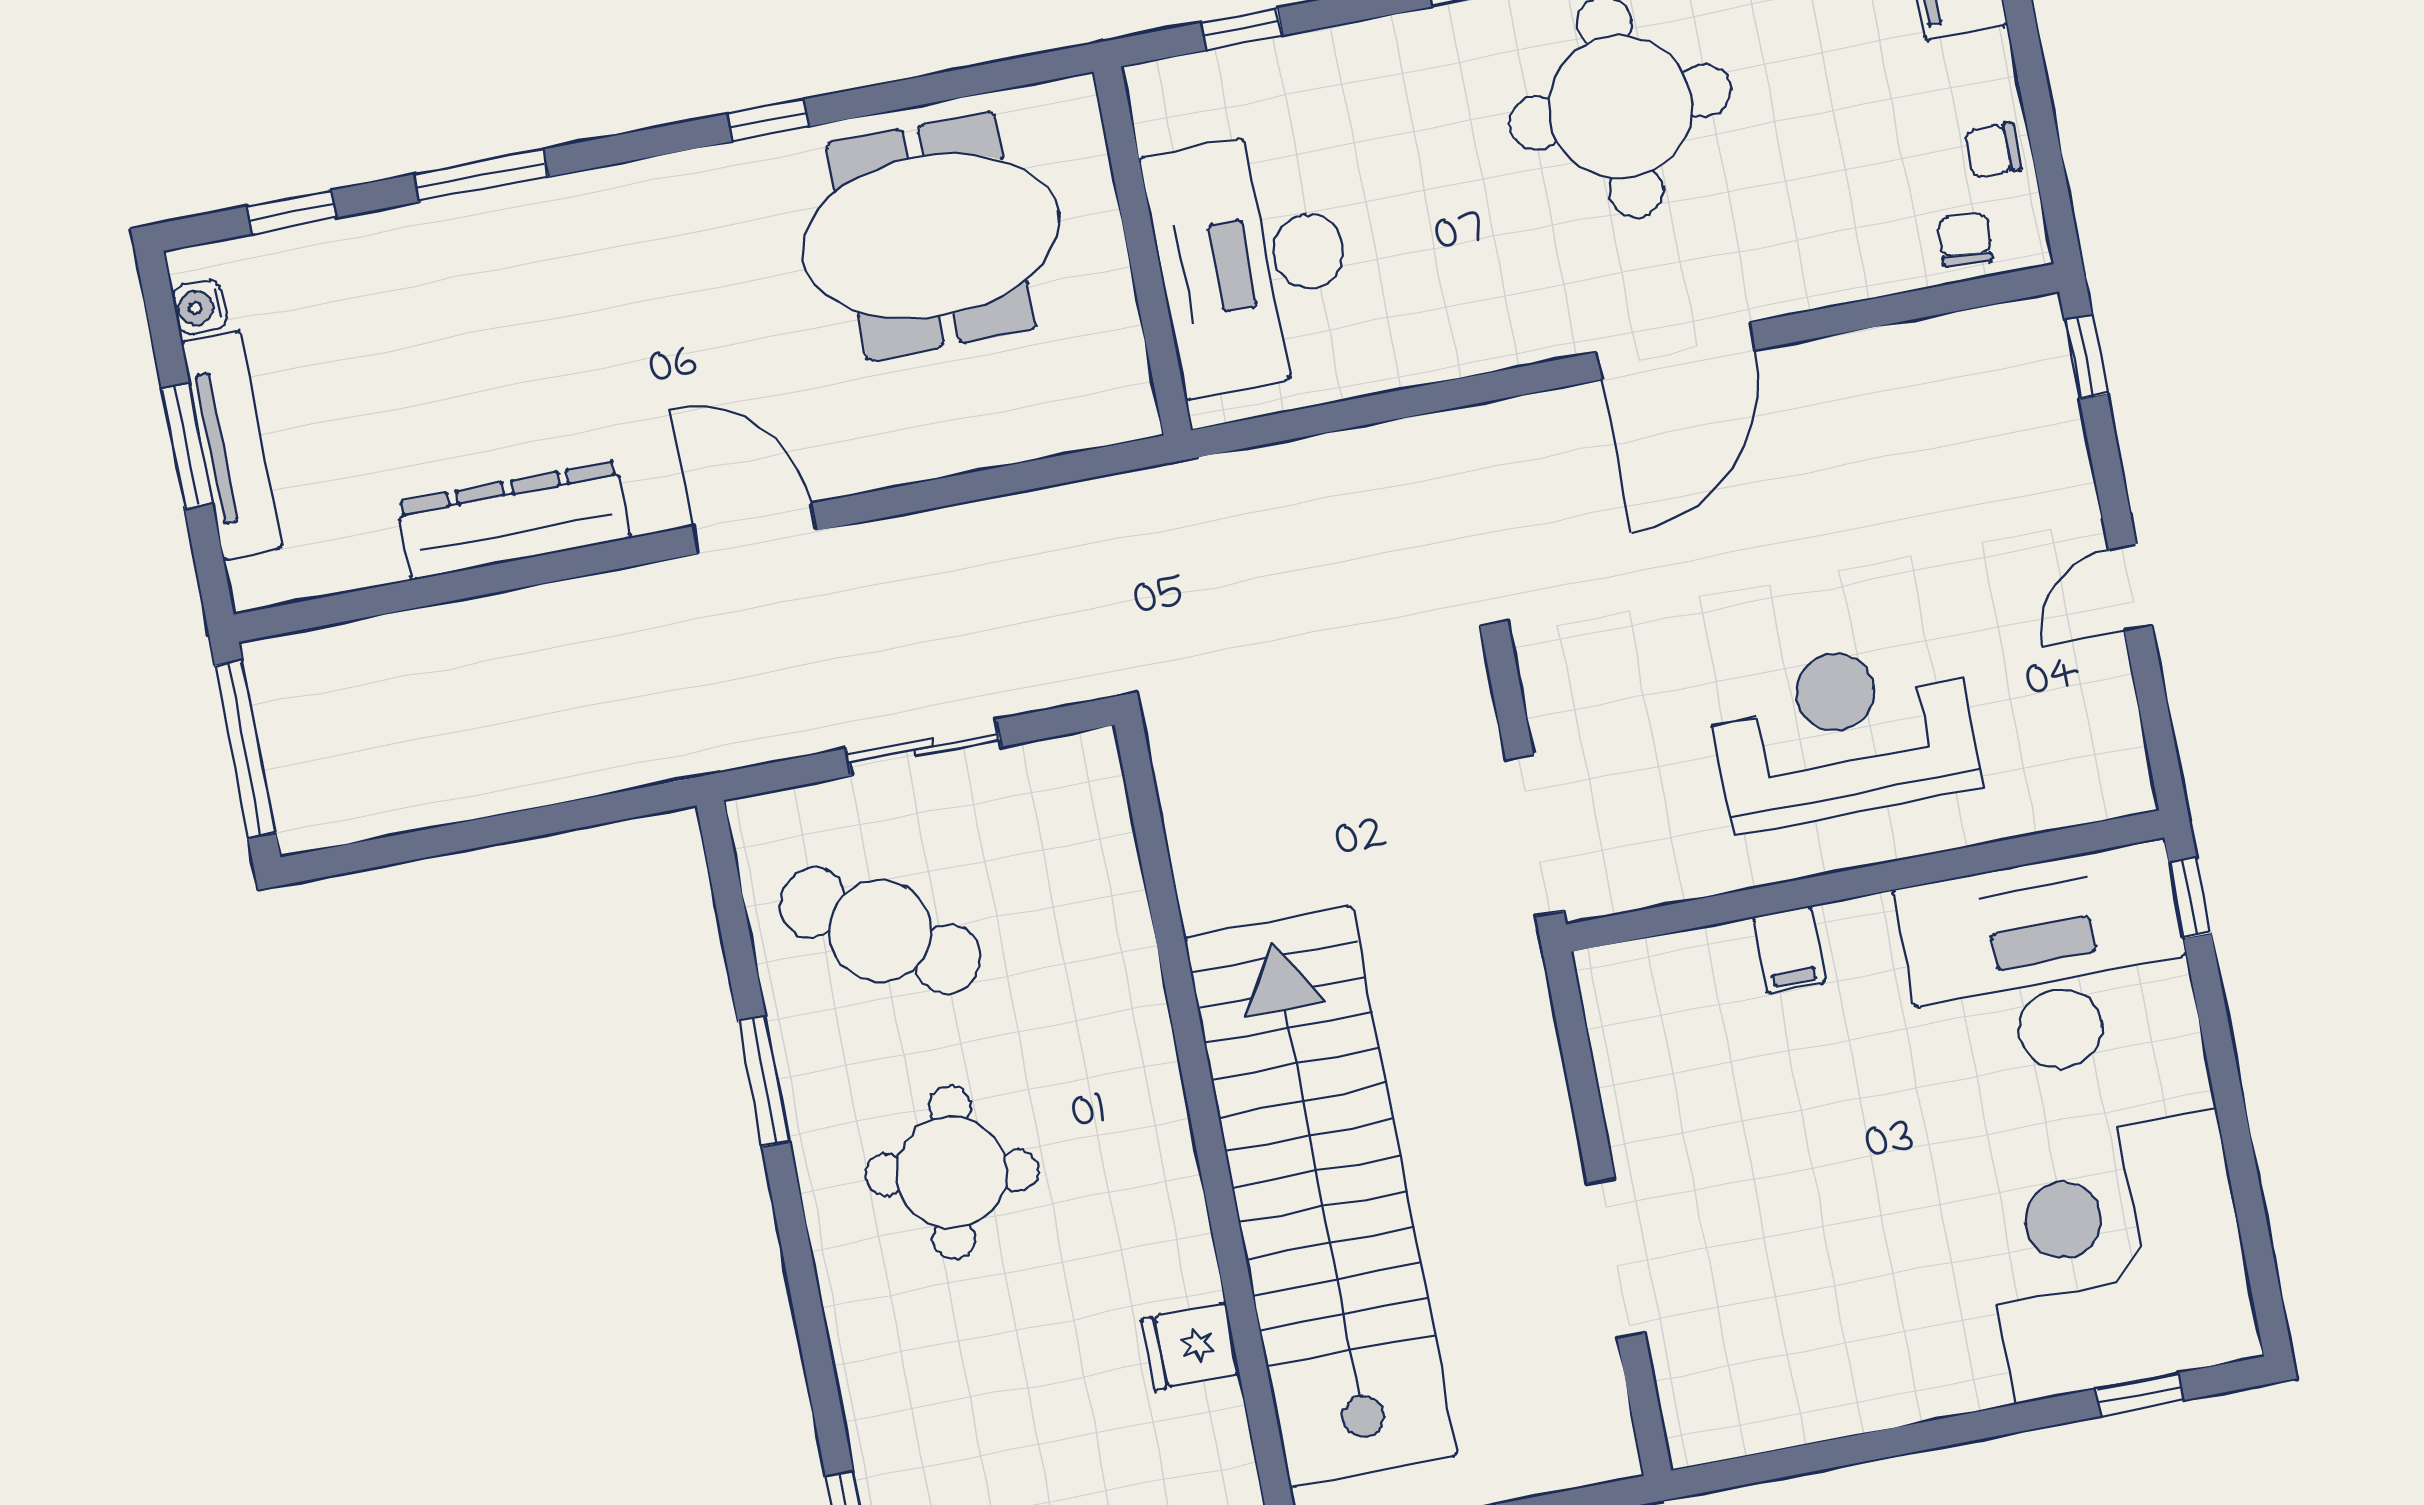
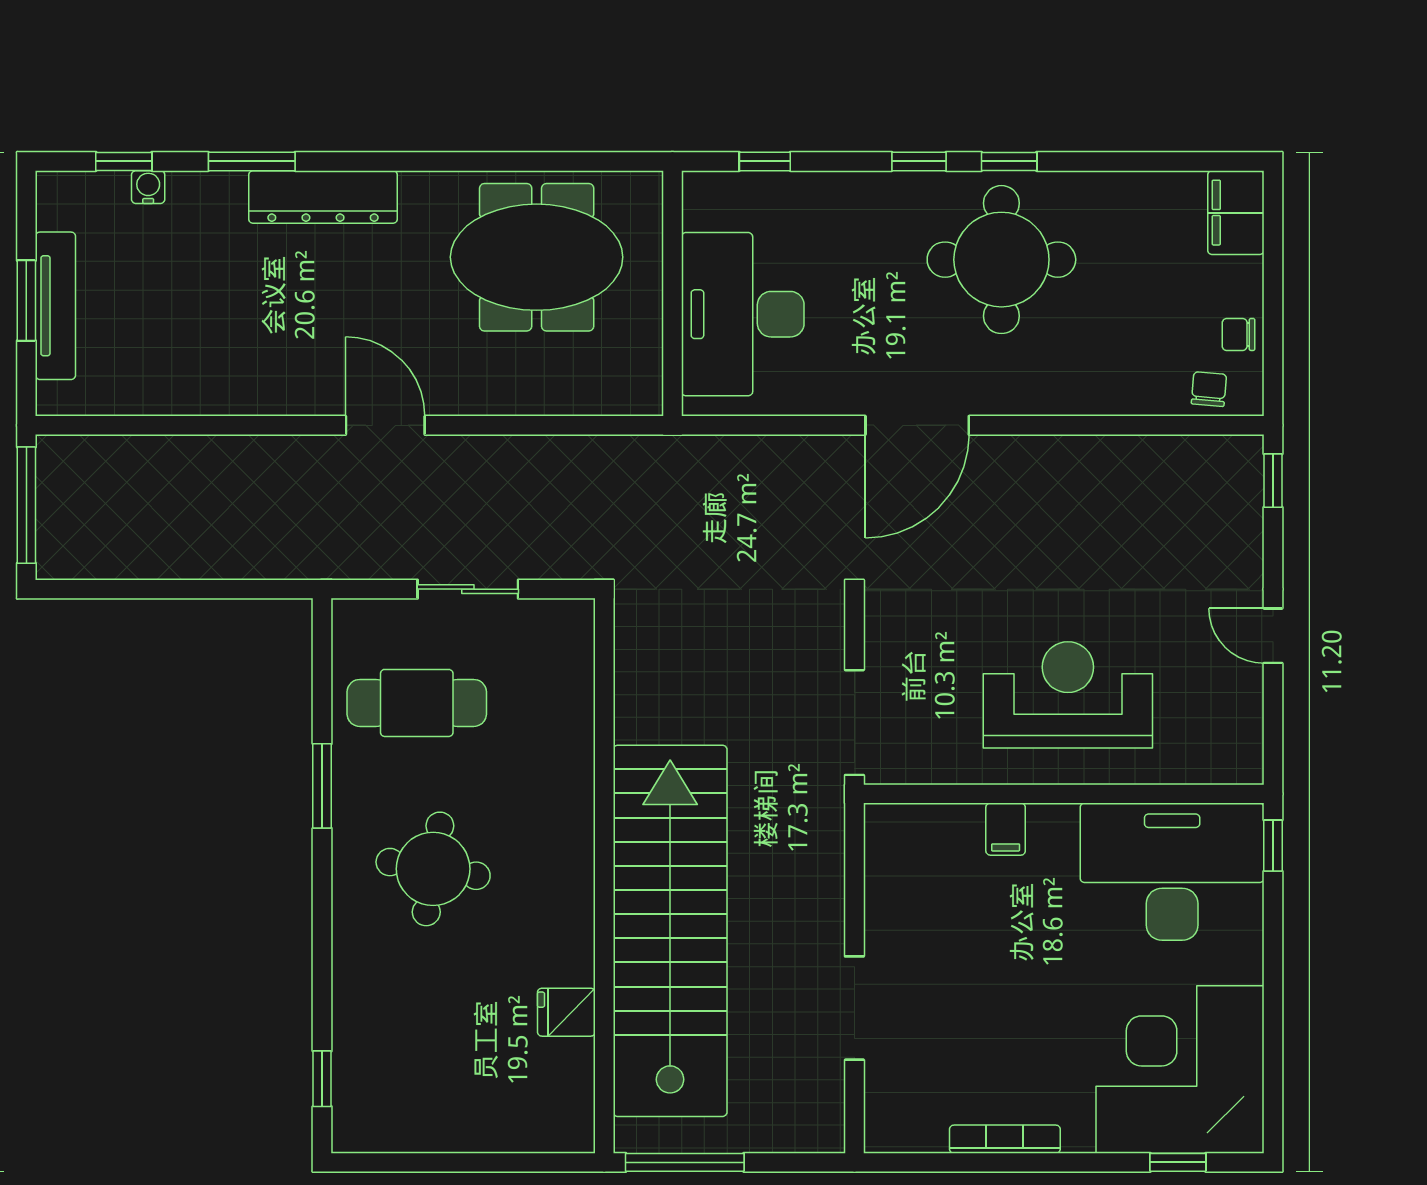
window: (768, 120) -> (445, 161), removed
water cooler: (200, 307) -> (148, 187), moved, turned 90
door: (1676, 351) -> (917, 425), moved
dresser: (514, 520) -> (323, 197), moved, turned 180
door: (2130, 587) -> (1273, 636), hinge flipped
cafe table: (880, 931) -> (417, 703), turned -34
bookcase: (1876, 1409) -> (1005, 1139), added

